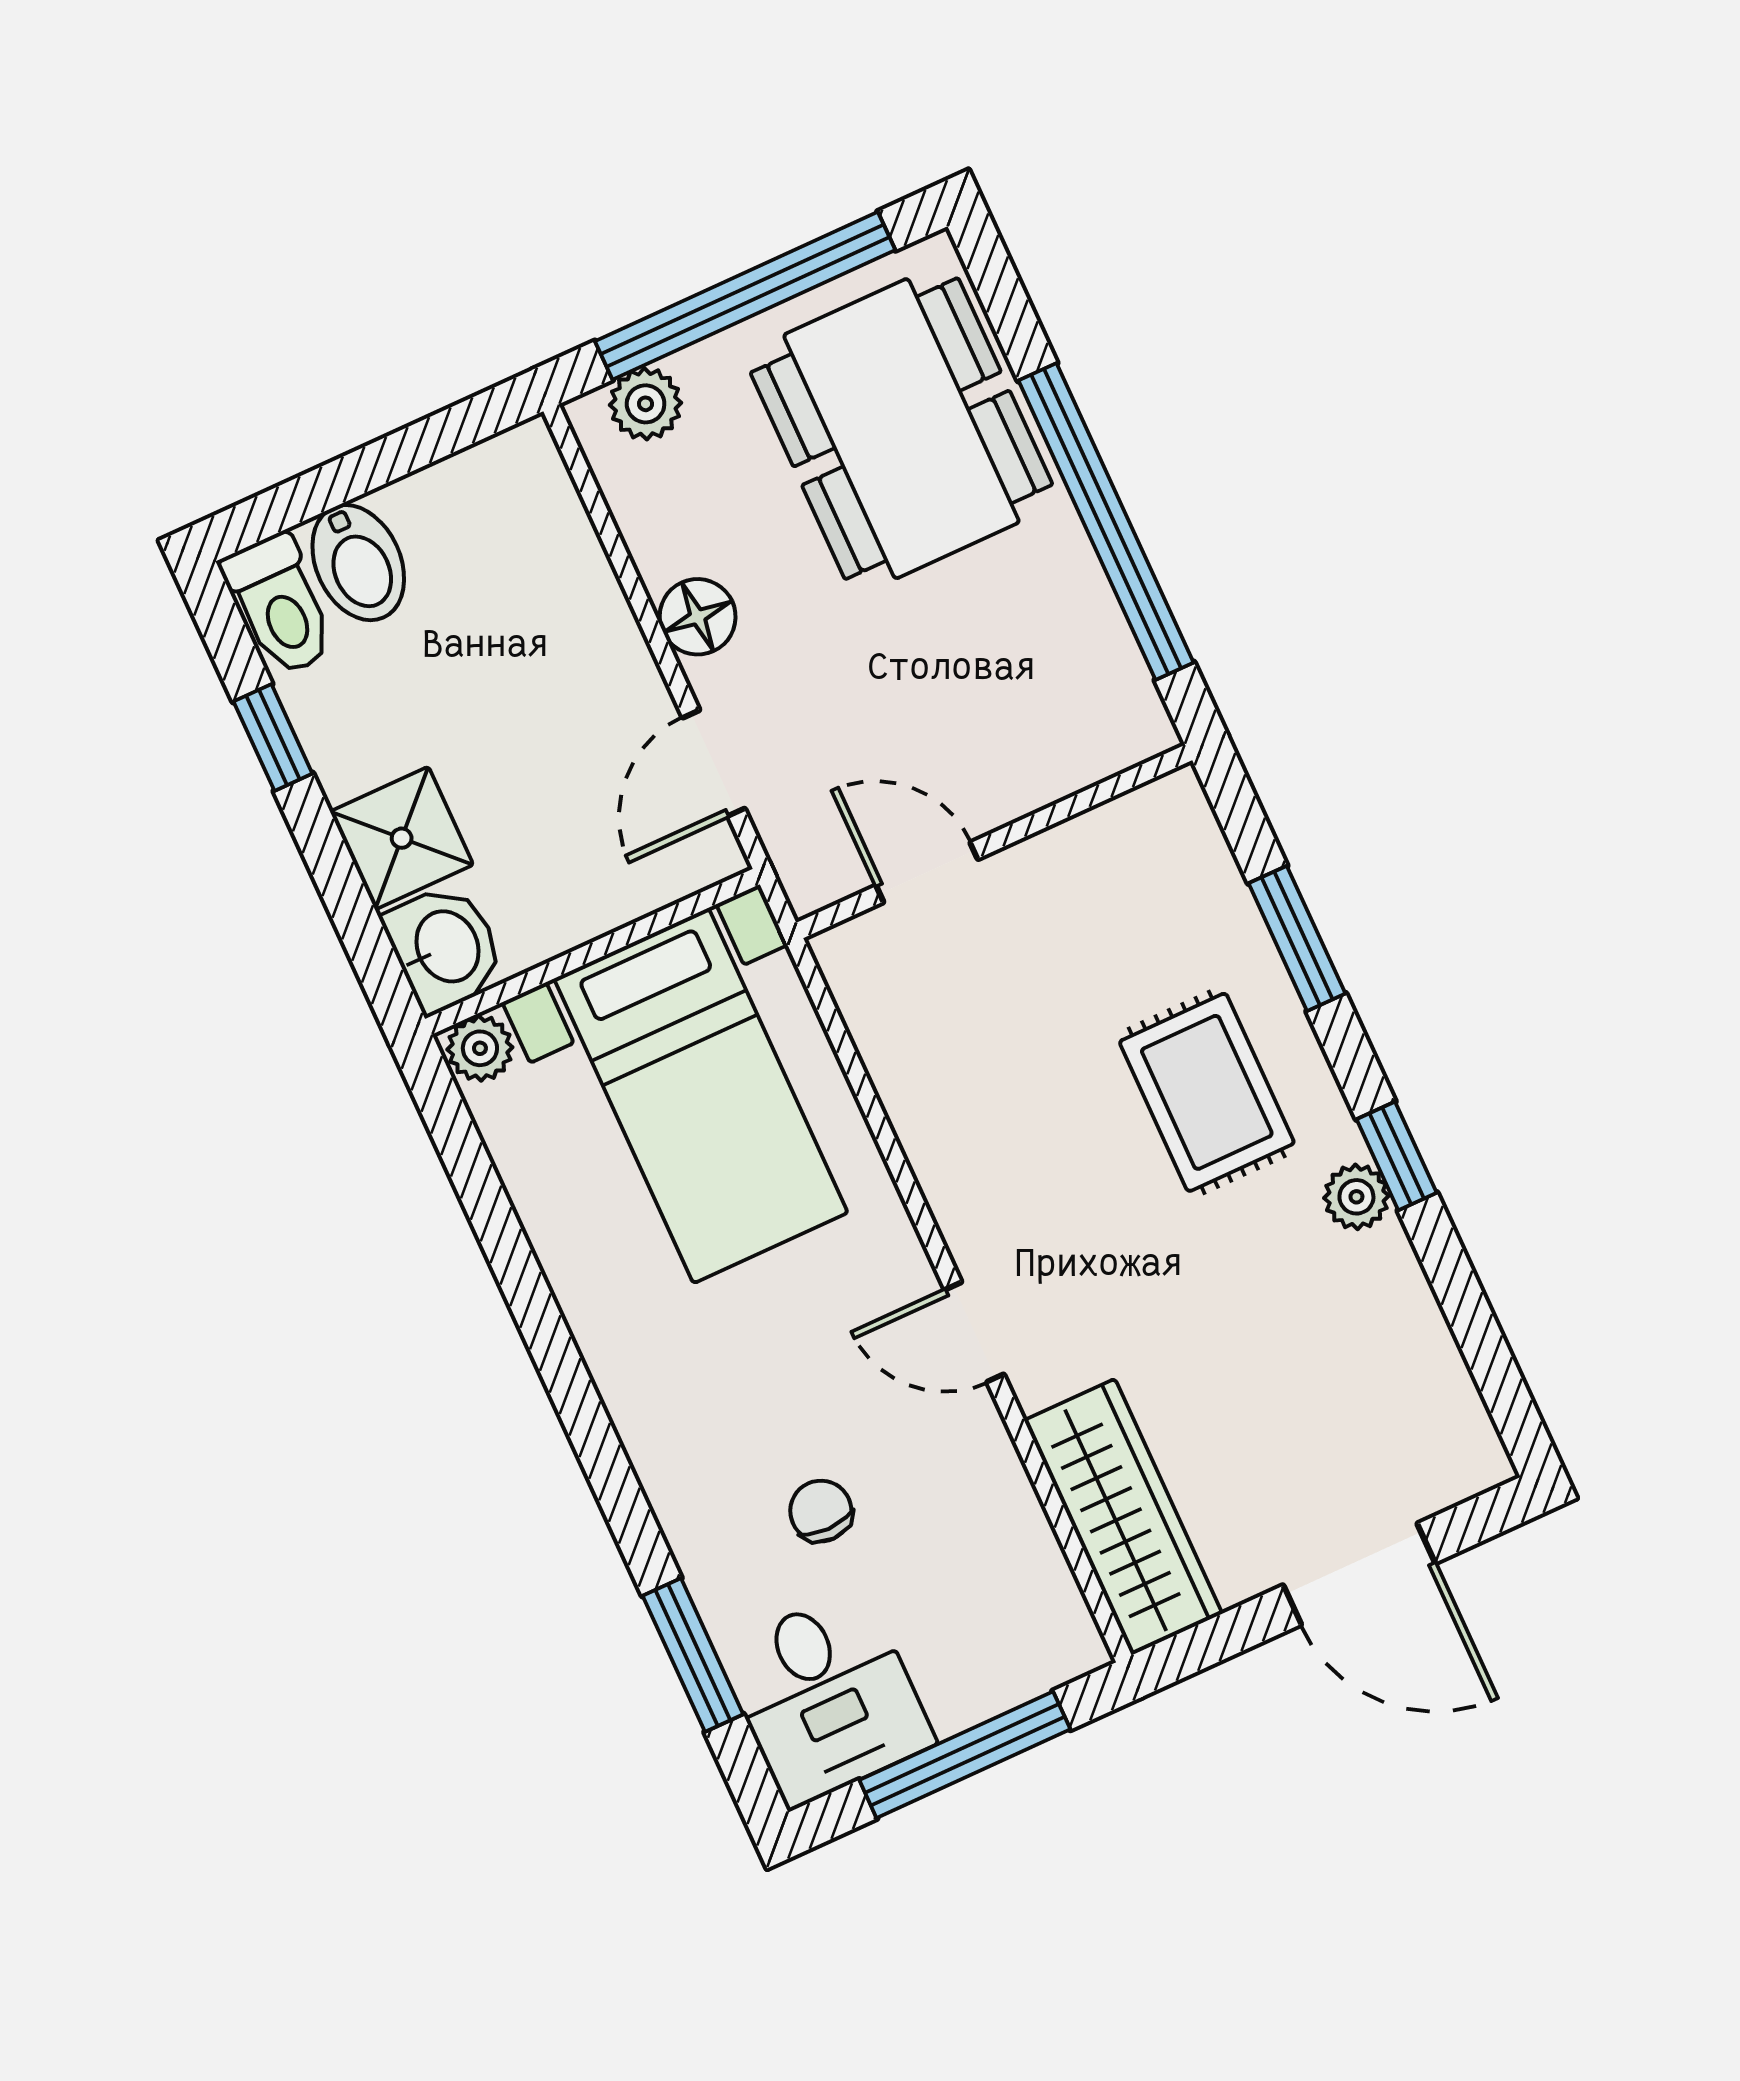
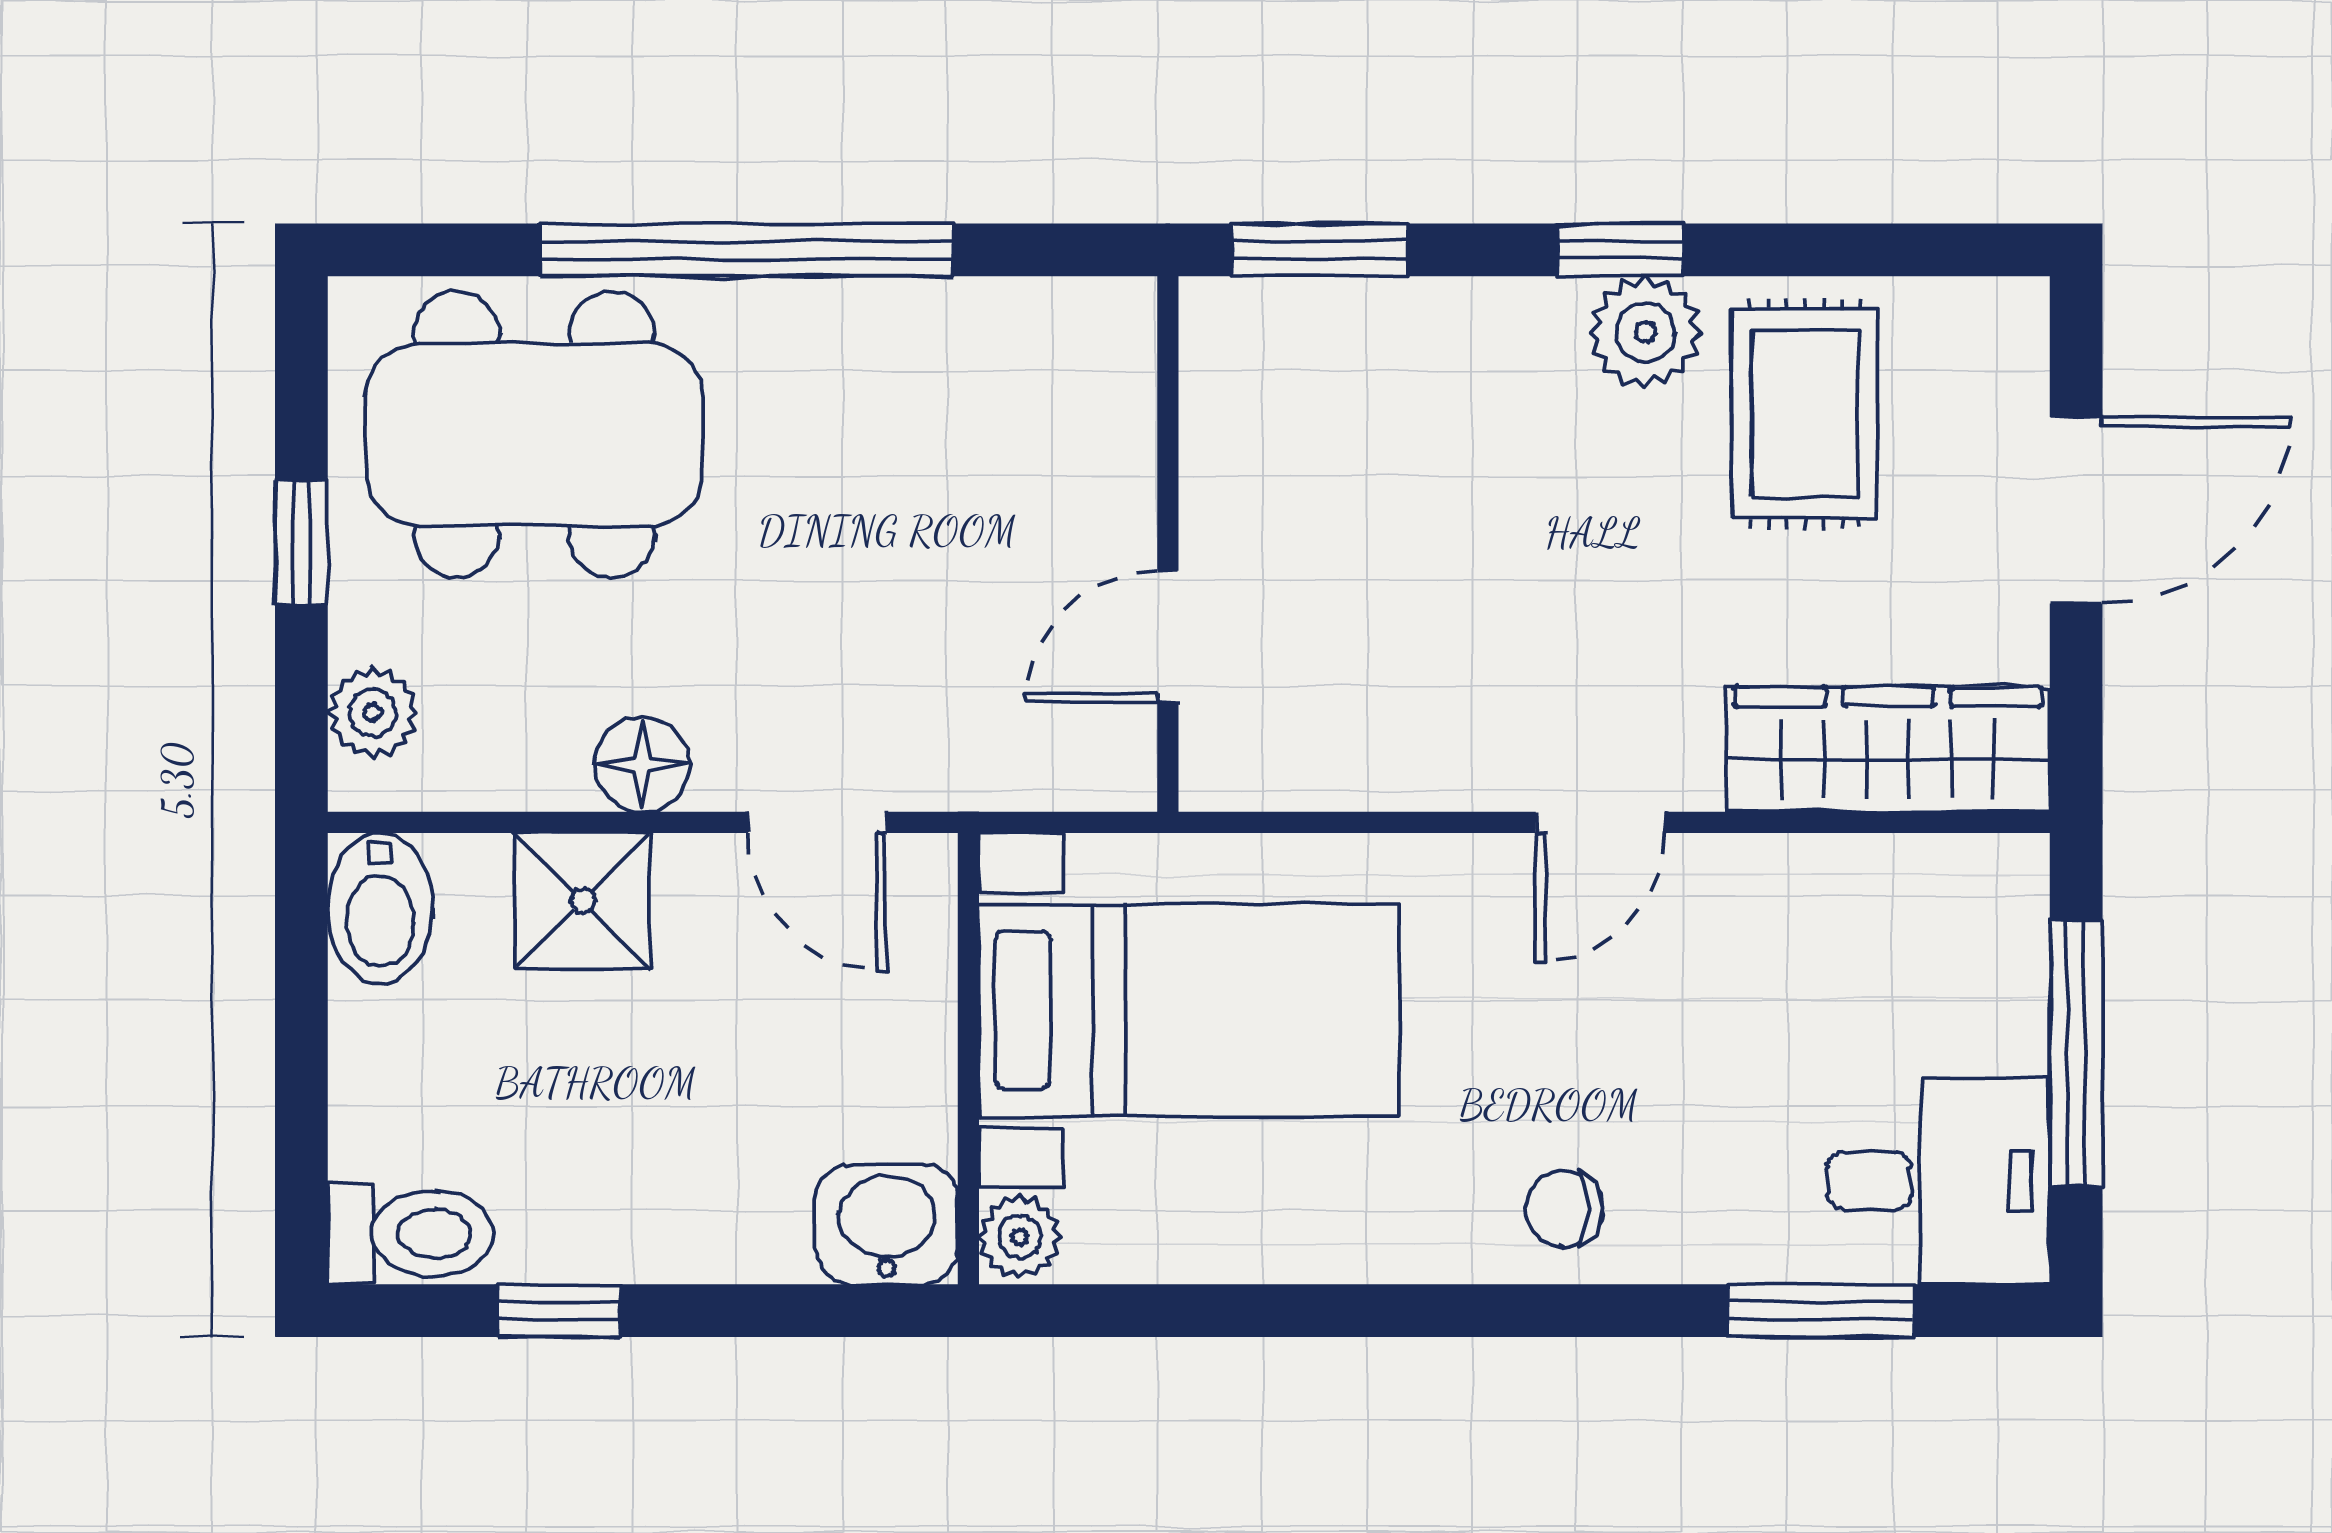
window: (745, 296) -> (301, 543), width x0.32
bidet: (358, 563) -> (380, 909), moved, turned 90
shower: (402, 838) -> (583, 901), moved
wall: (994, 841) -> (1168, 544), moved
door: (927, 872) -> (1168, 637), moved
rug: (1207, 1092) -> (1805, 414), moved, turned 90
plant: (1356, 1197) -> (1645, 332), width x1.38, depth x1.38
chair: (821, 1511) -> (1564, 1209), moved

